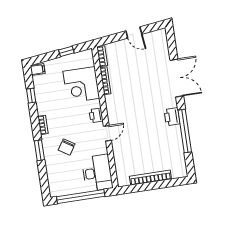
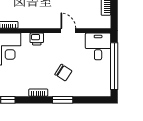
door: (107, 133) -> (68, 31), moved
desk: (97, 173) -> (98, 46), width x0.73

